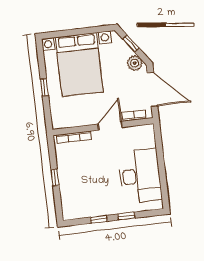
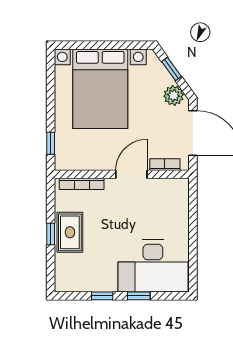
window: (44, 87) -> (51, 143), moved
rug: (69, 175) -> (70, 232), added
desk: (140, 176) -> (153, 266), moved, turned 90

